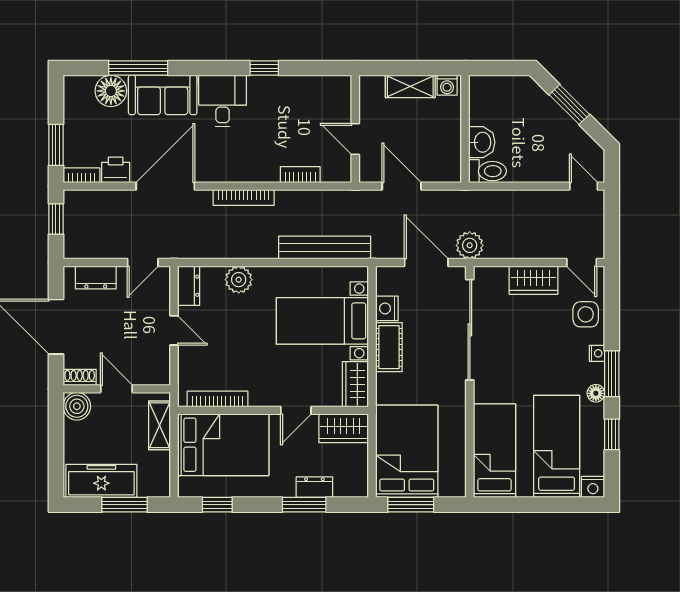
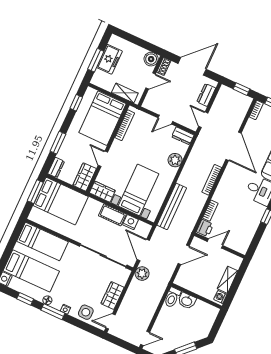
printer: (116, 170) -> (205, 228), moved
door: (426, 262) -> (143, 250), swing flipped
freezer: (101, 481) -> (109, 59), width x0.71
dresser: (314, 487) -> (56, 168), moved

